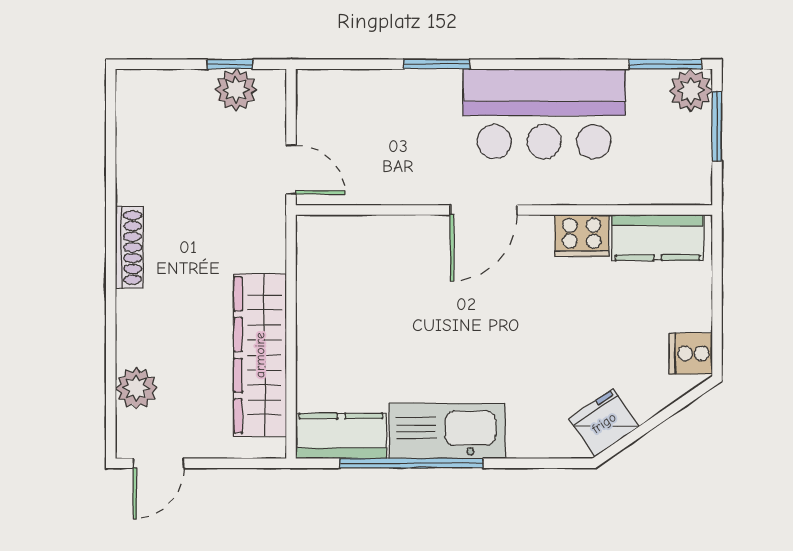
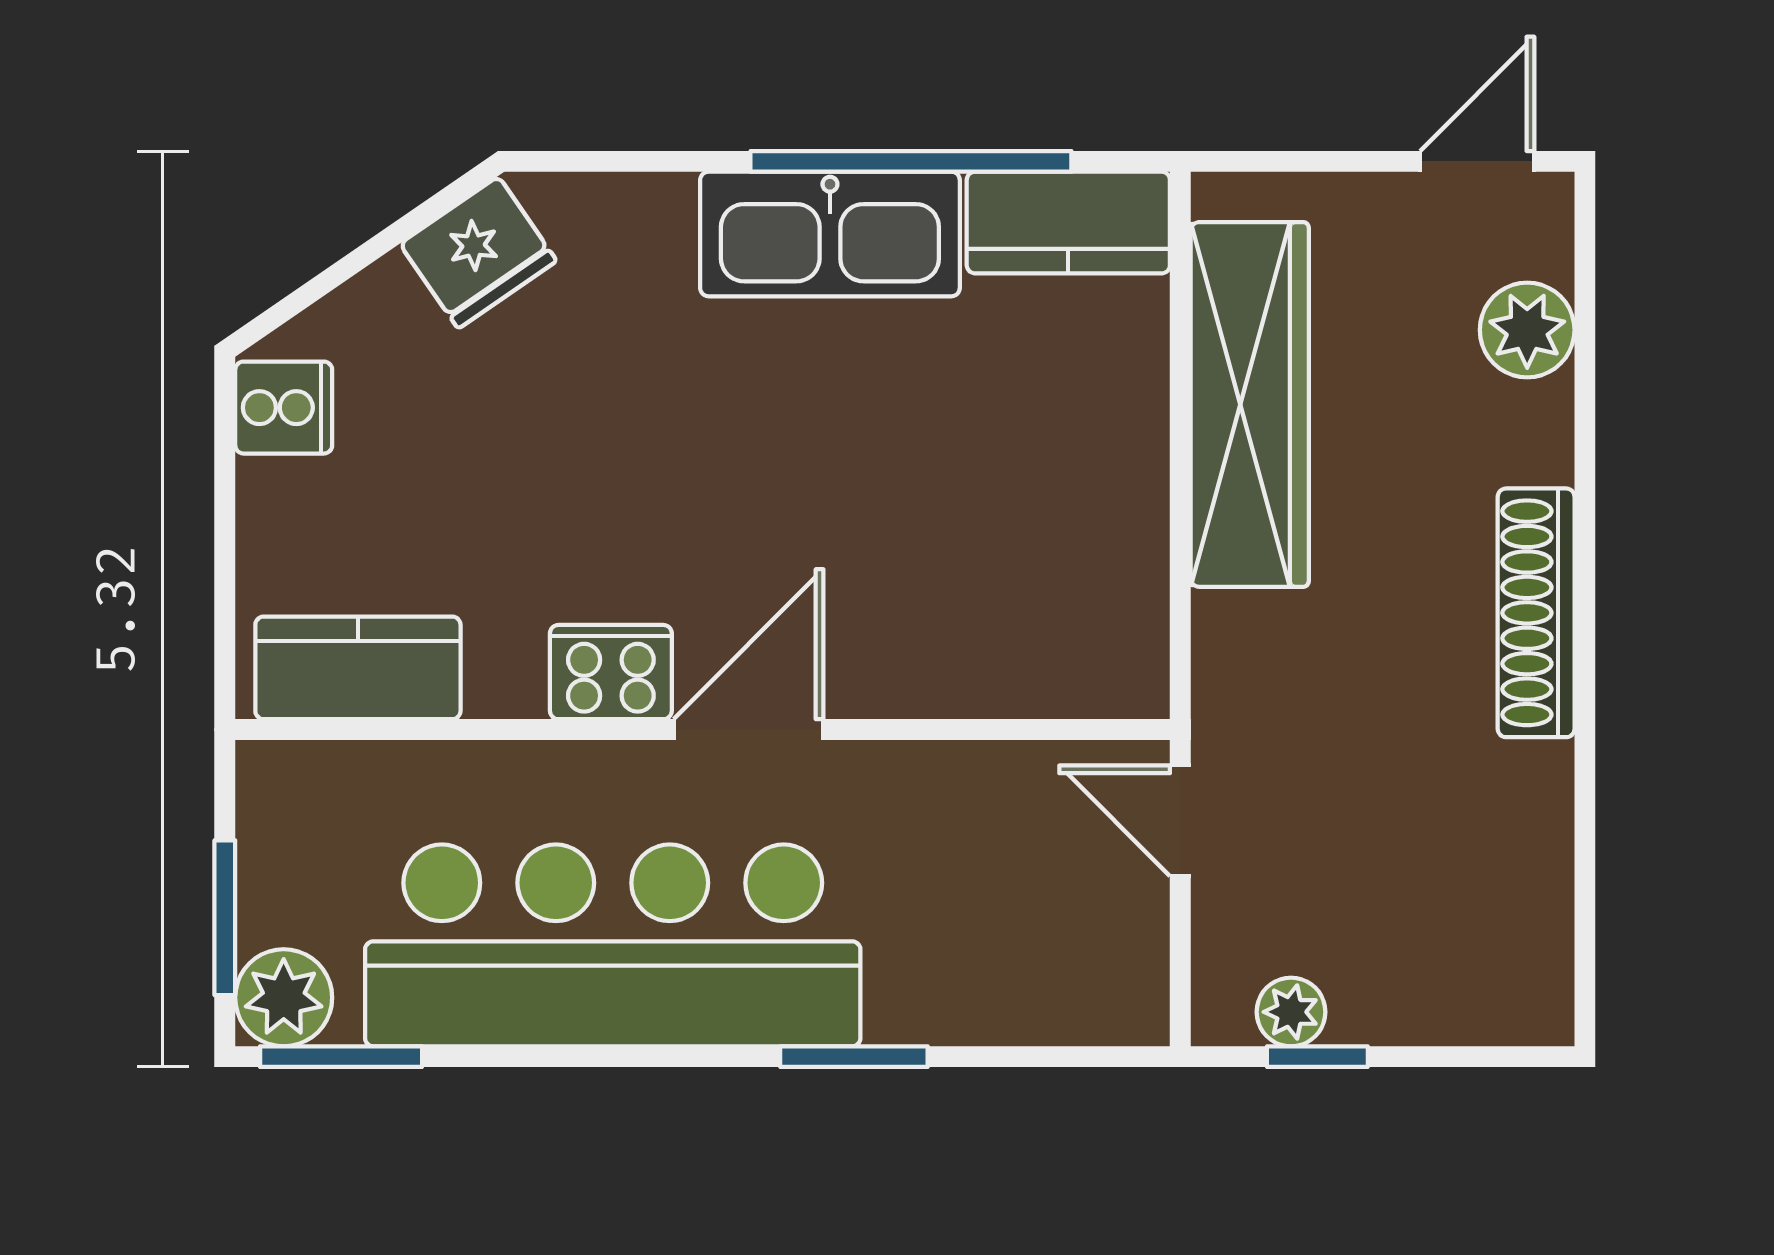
plant: (236, 90) -> (1291, 1012), width x0.73, depth x0.73
bar counter: (544, 114) -> (613, 945), width x1.36
cooker: (582, 236) -> (611, 672), moved
shoe rack: (129, 247) -> (1536, 613), width x1.36, depth x1.24

